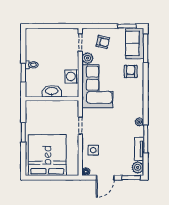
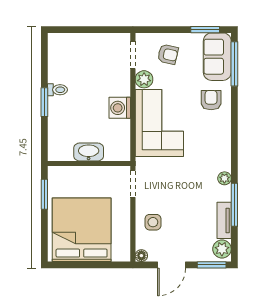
washbasin: (52, 91) -> (89, 152), moved
wall: (52, 99) -> (89, 163), moved

